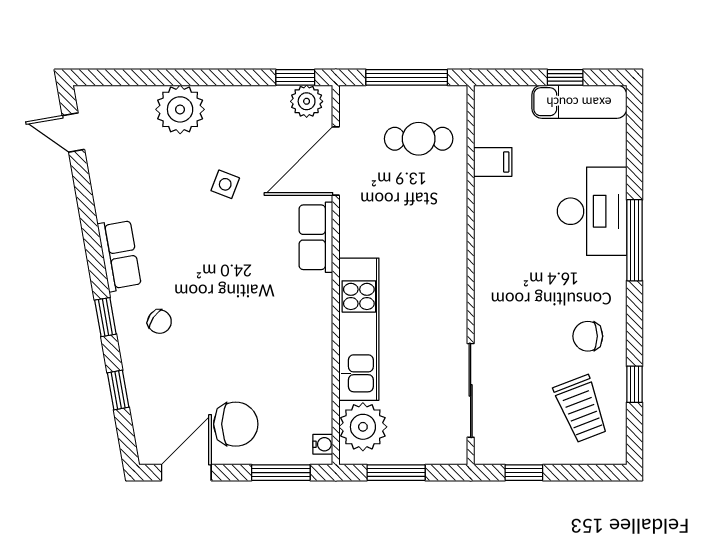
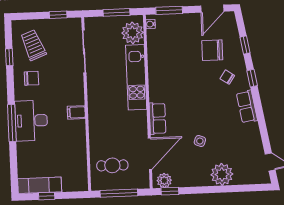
filing cabinet: (493, 162) -> (76, 112), moved
desk: (592, 211) -> (31, 121), moved
chair: (236, 424) -> (212, 50), moved

